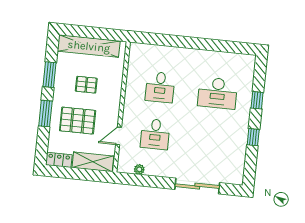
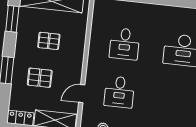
window: (49, 75) -> (12, 19), moved
pallet: (78, 121) -> (40, 78), width x0.67, depth x0.71

